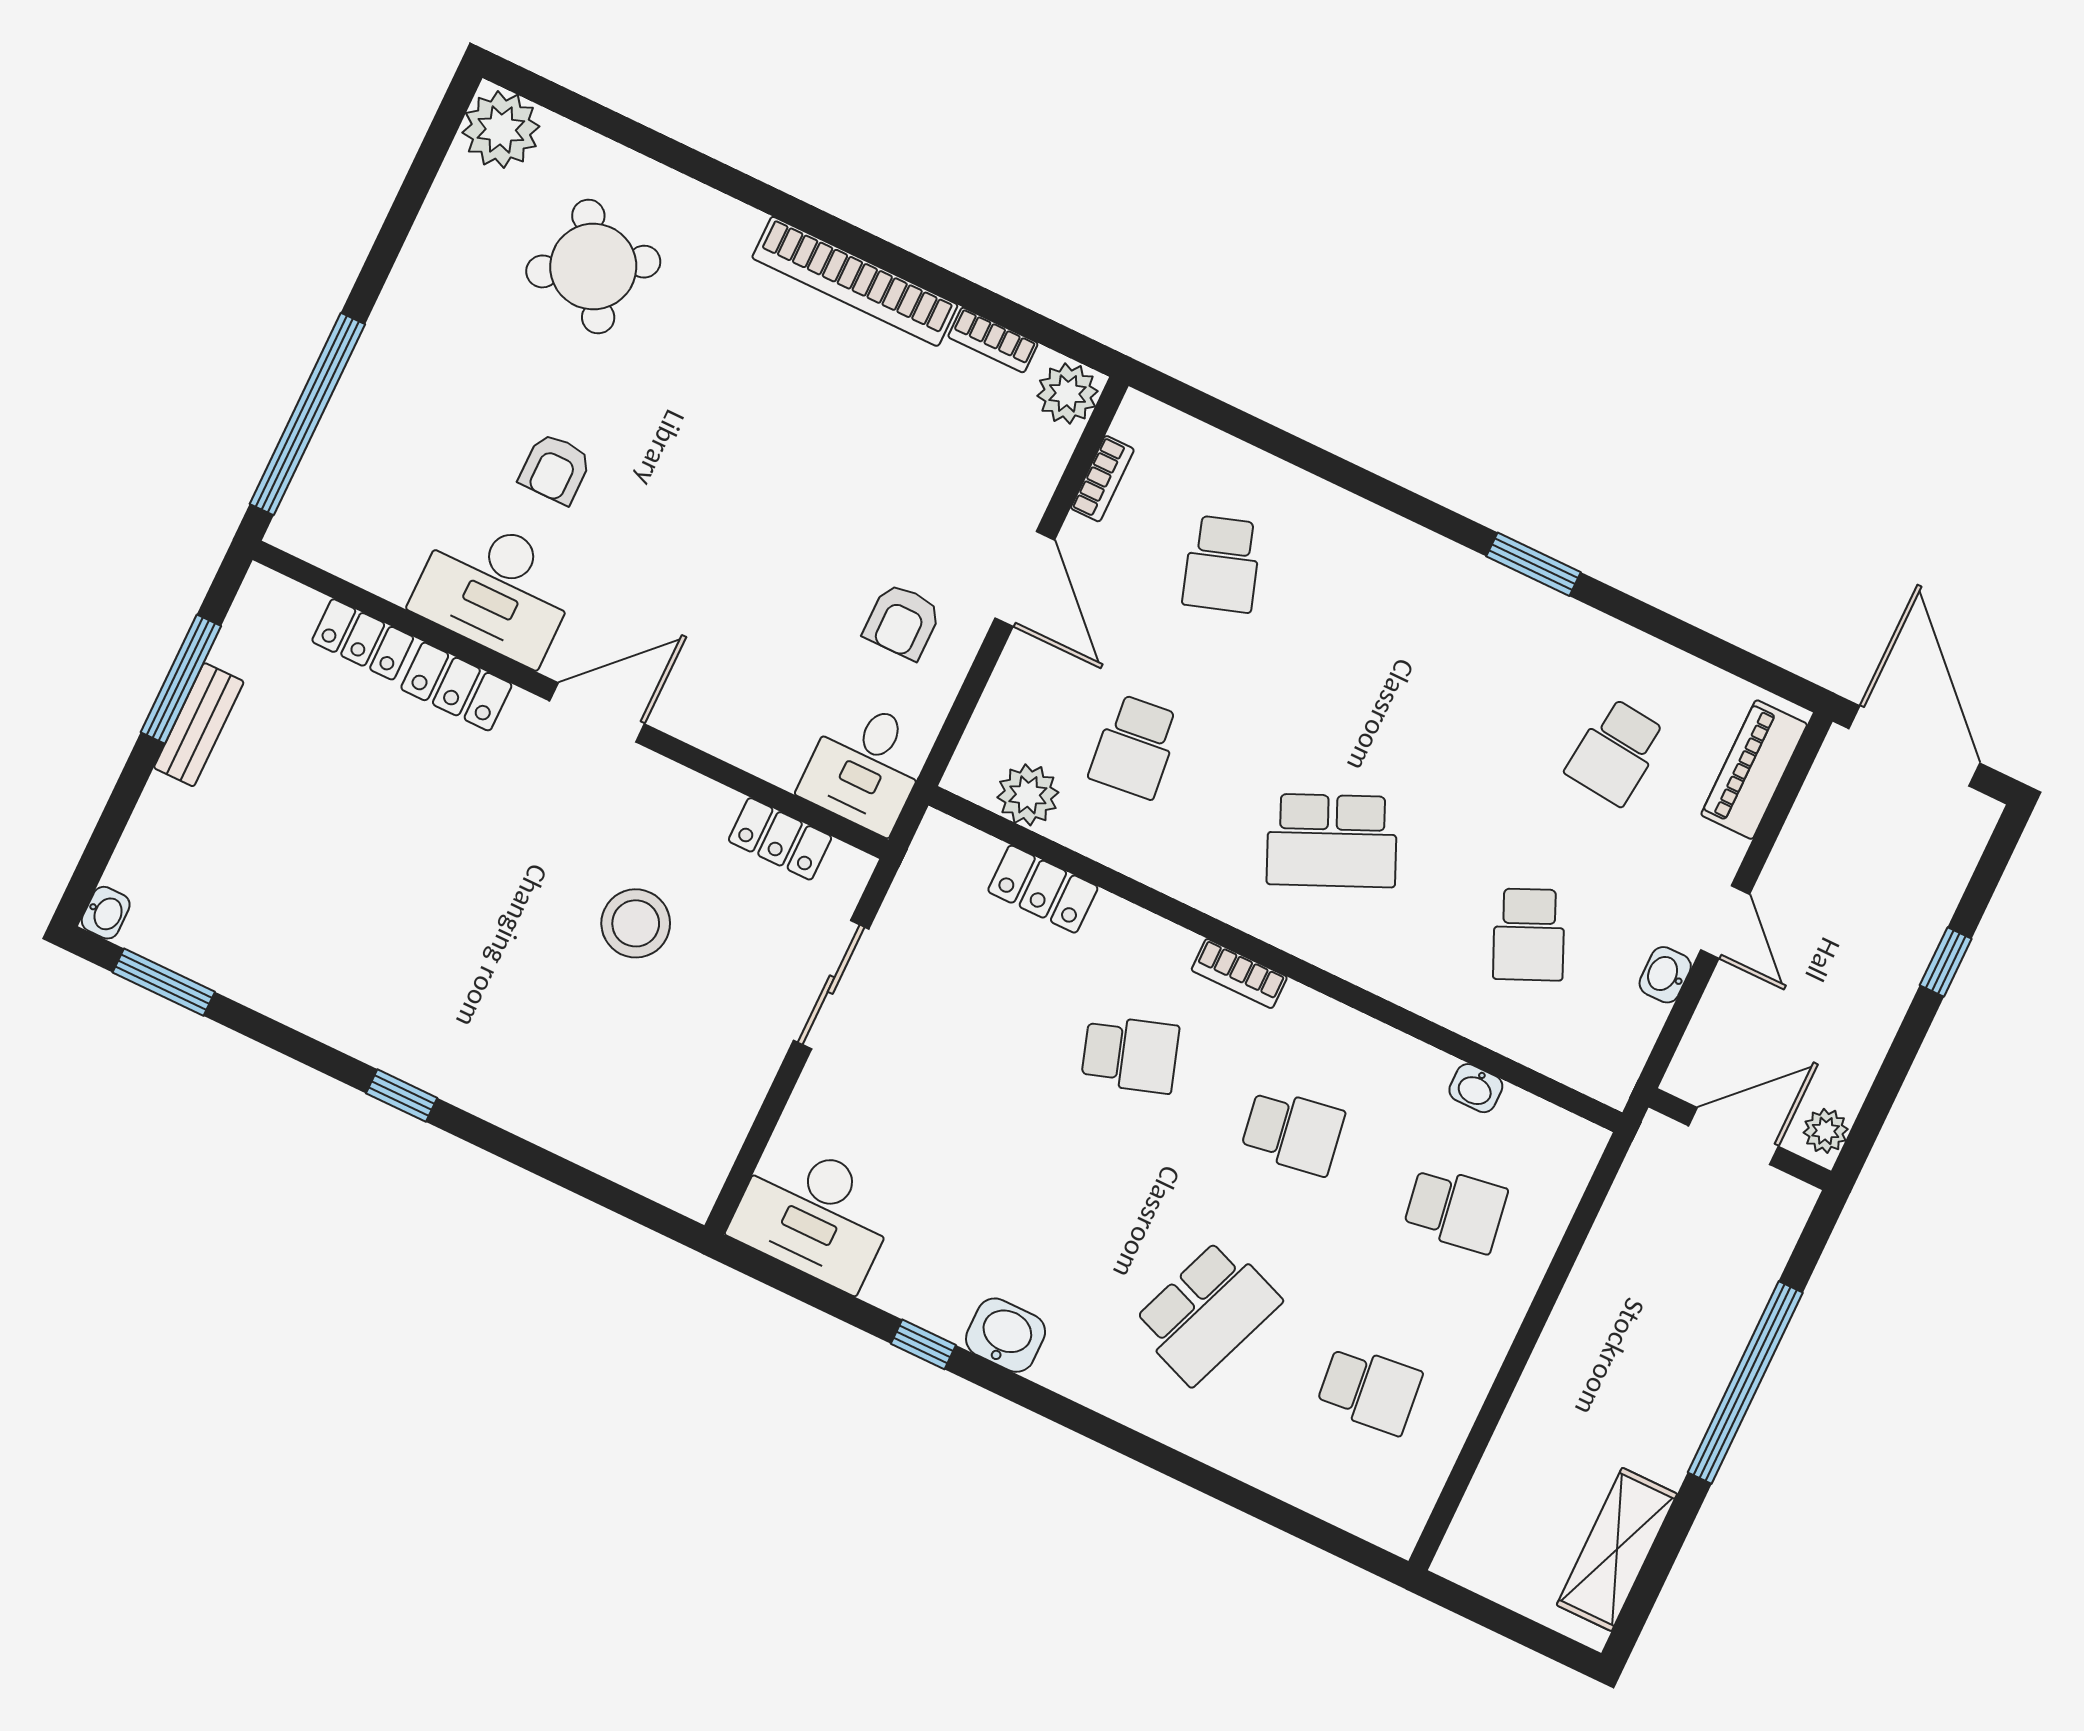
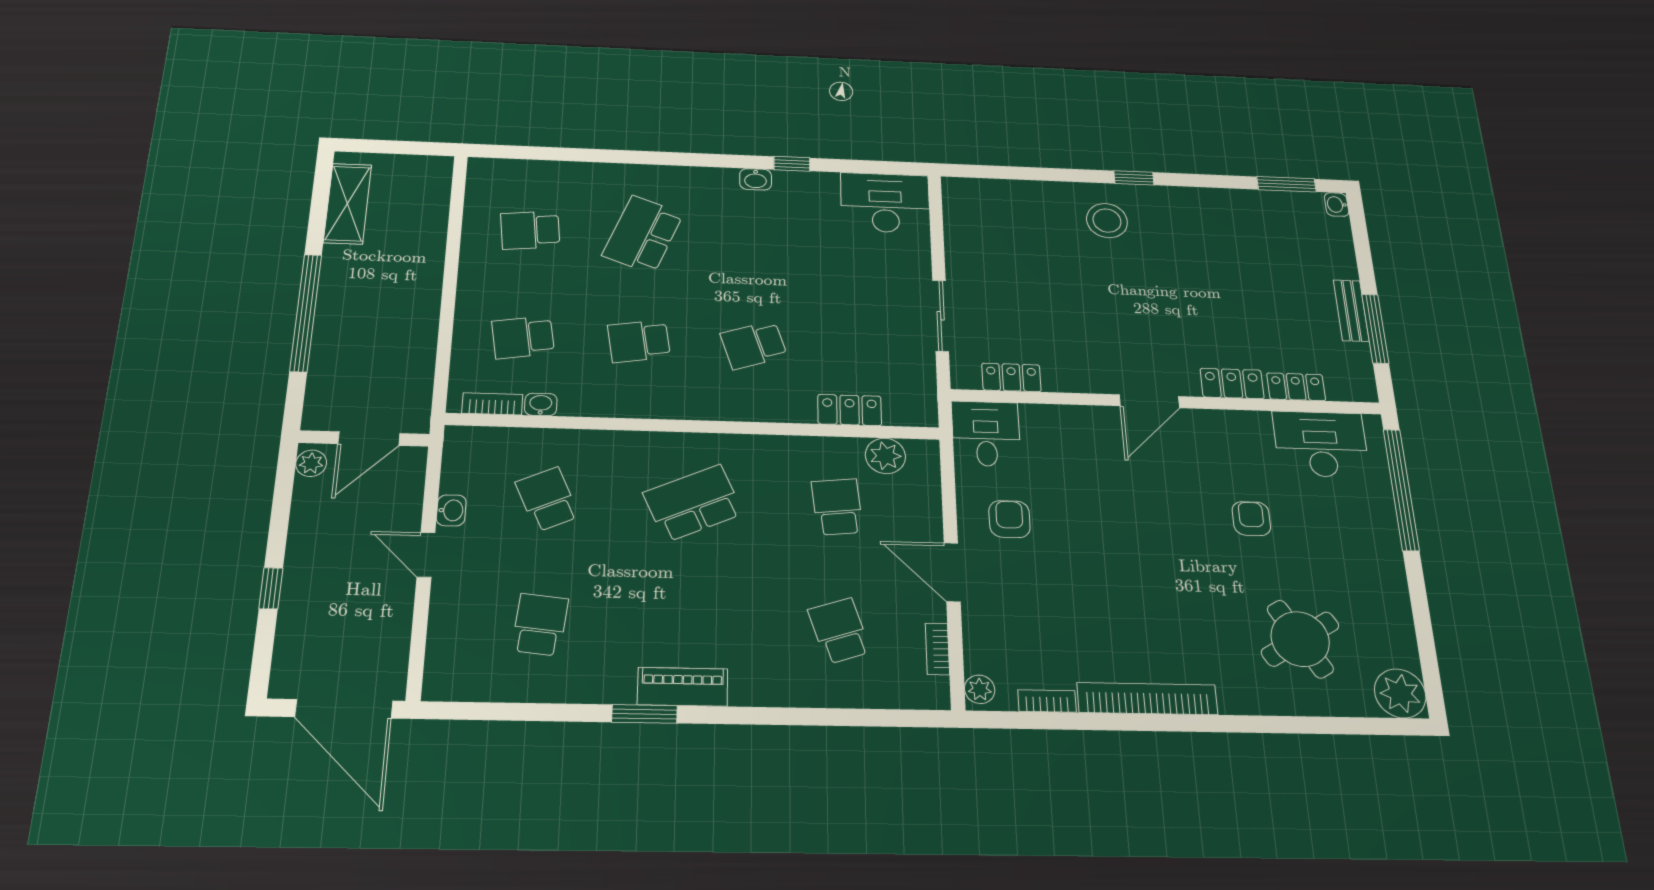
plant: (1067, 394) -> (980, 689), width x0.73, depth x0.73
desk: (496, 589) -> (1321, 444), moved
piano: (1754, 770) -> (683, 687), moved, turned -90
stool: (636, 923) -> (1107, 221), moved
bookcase: (1239, 974) -> (492, 404), moved
washbasin: (1006, 1335) -> (756, 179), width x0.72, depth x0.69

